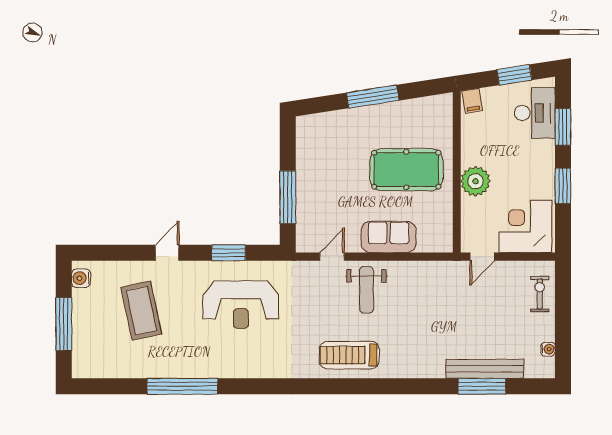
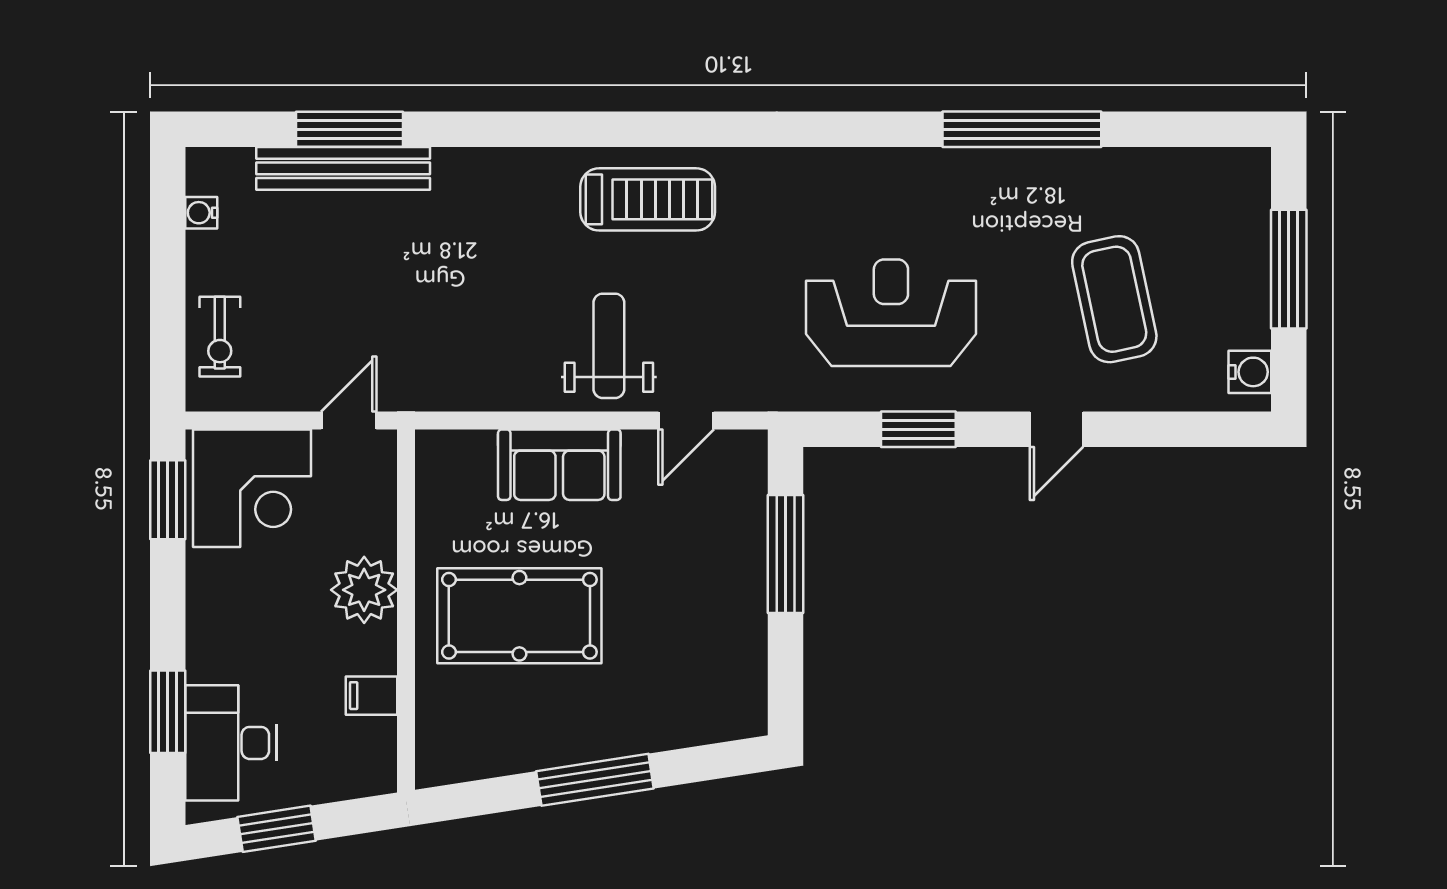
filing cabinet: (472, 101) -> (372, 696), moved, turned -81
window: (563, 186) -> (168, 500), moved

